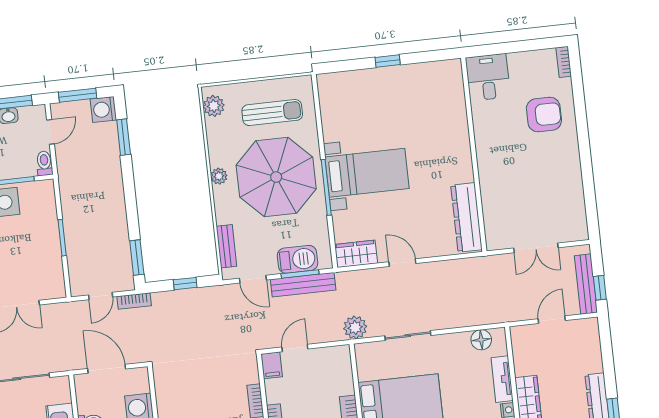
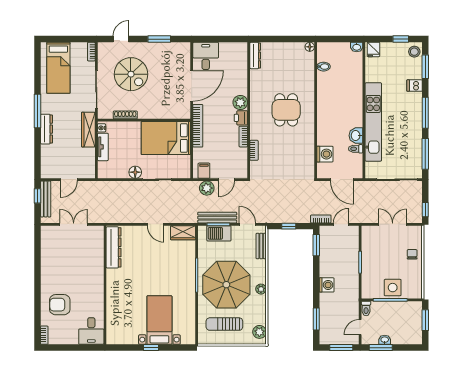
washing machine: (103, 110) -> (327, 285), moved
bed with nightstands: (367, 173) -> (159, 320), moved, turned 90
plant: (355, 327) -> (207, 188), moved
floor lamp: (481, 340) -> (135, 172), moved
filing cabinet: (272, 365) -> (204, 171), moved

